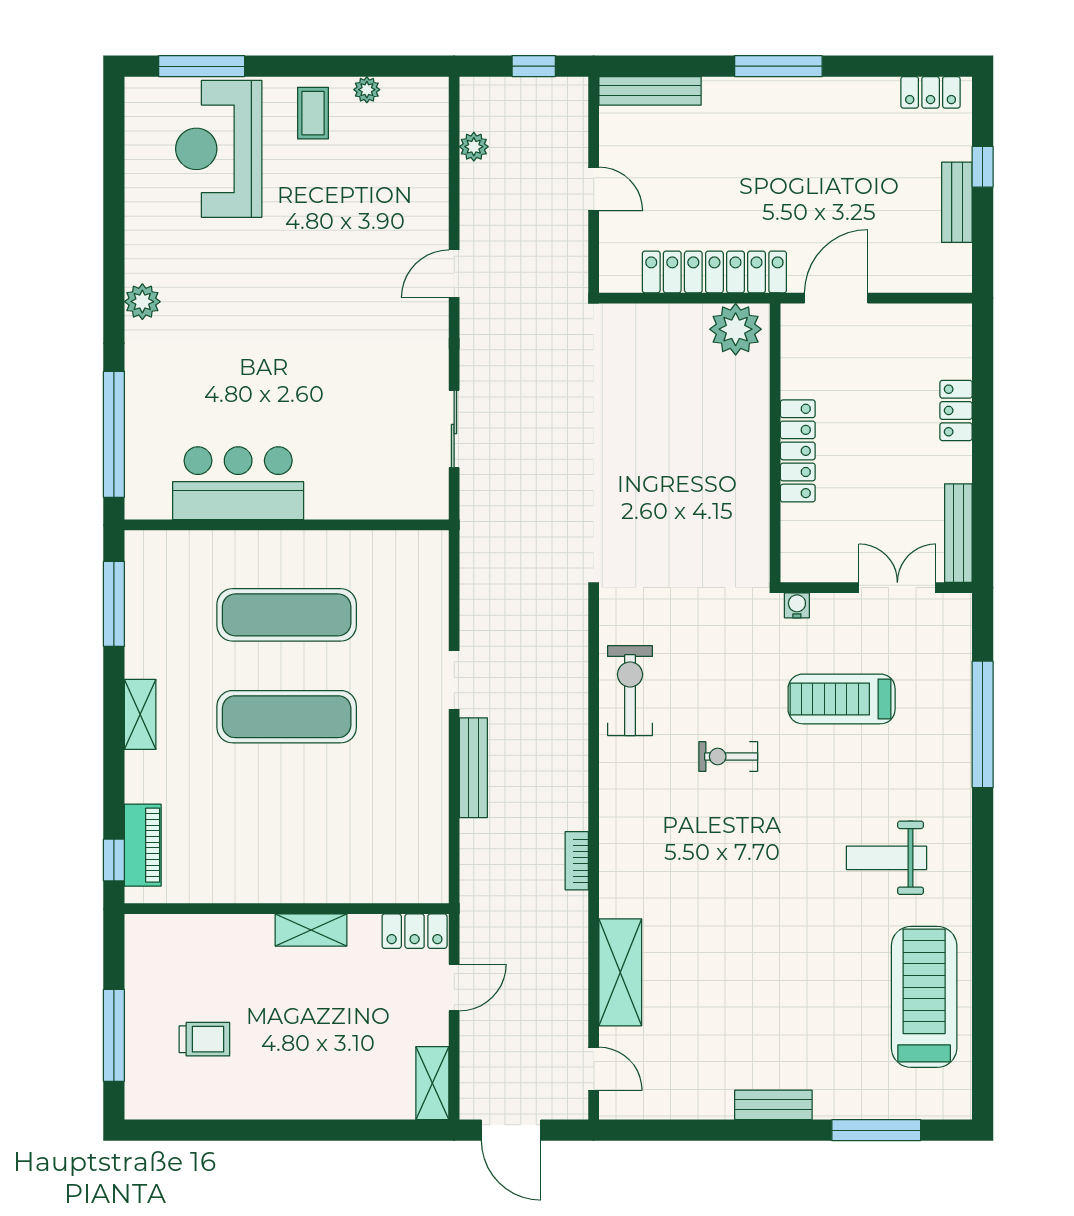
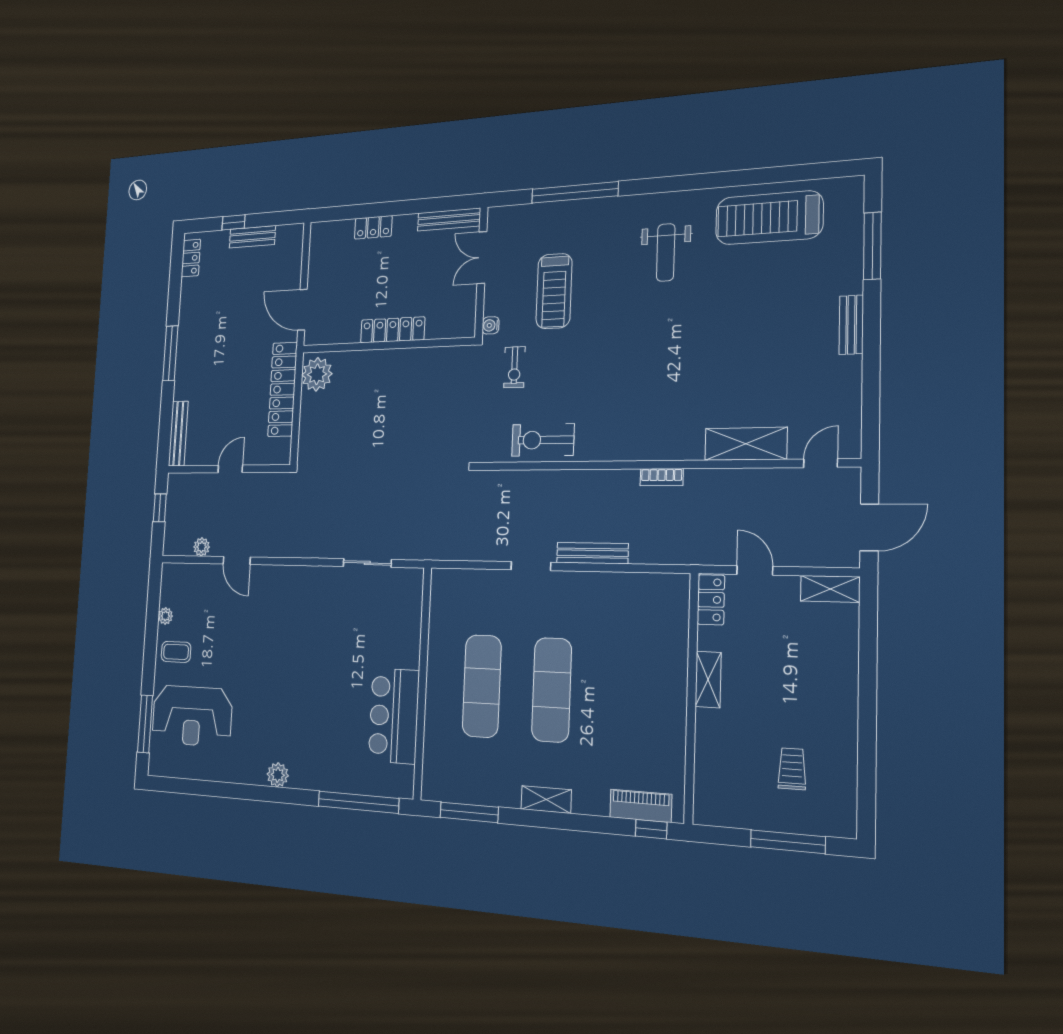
door: (454, 274) -> (237, 560), moved
exercise bike: (728, 756) -> (514, 367), moved

